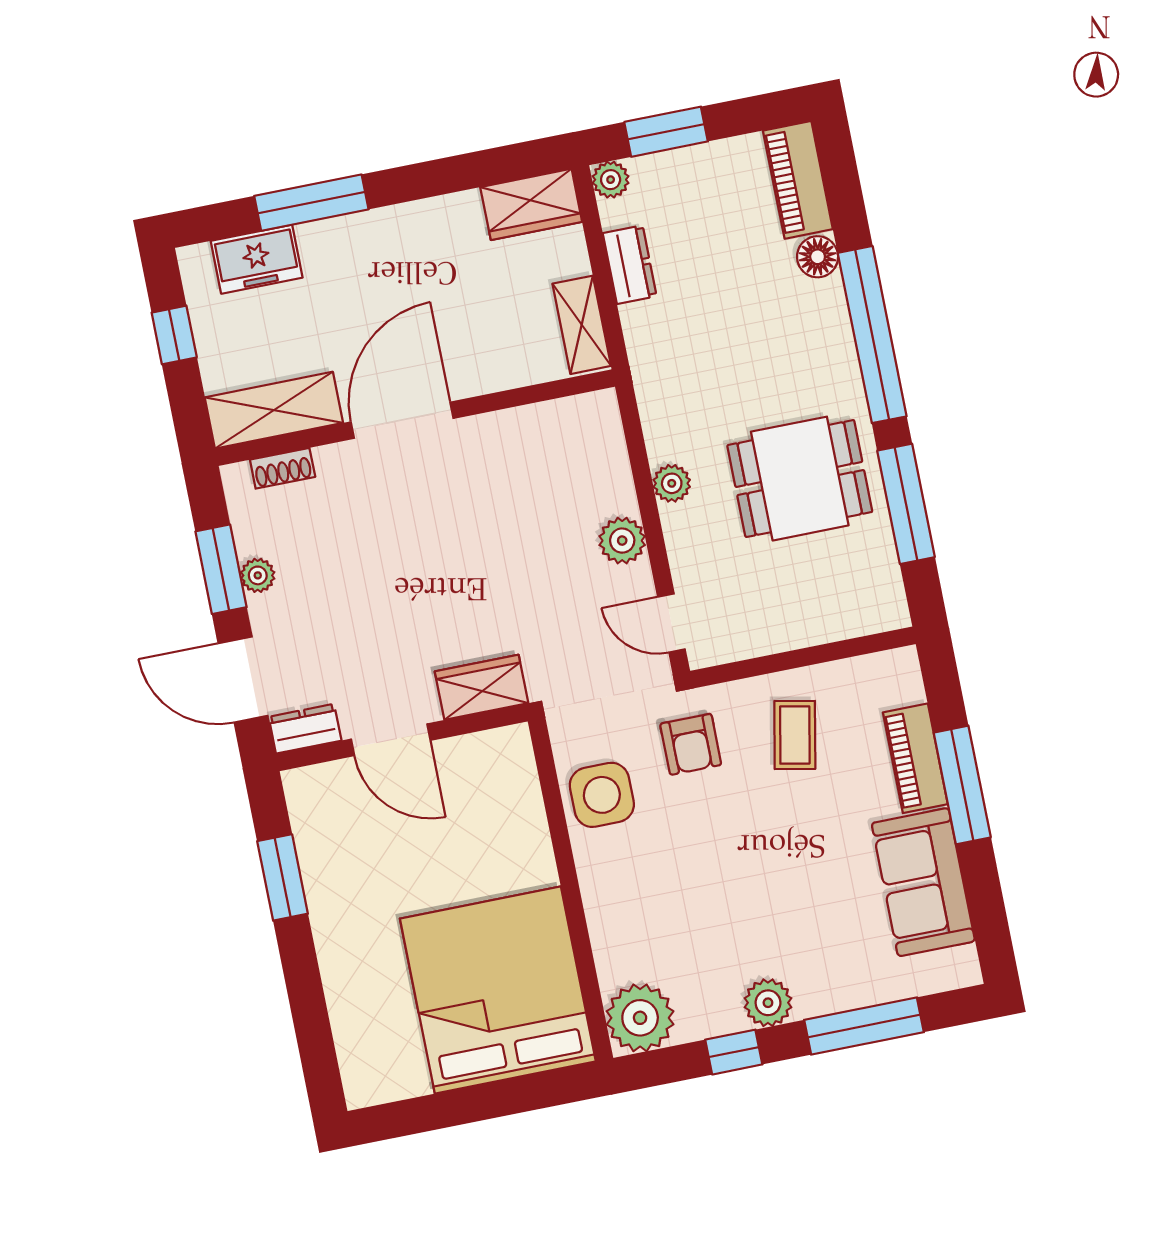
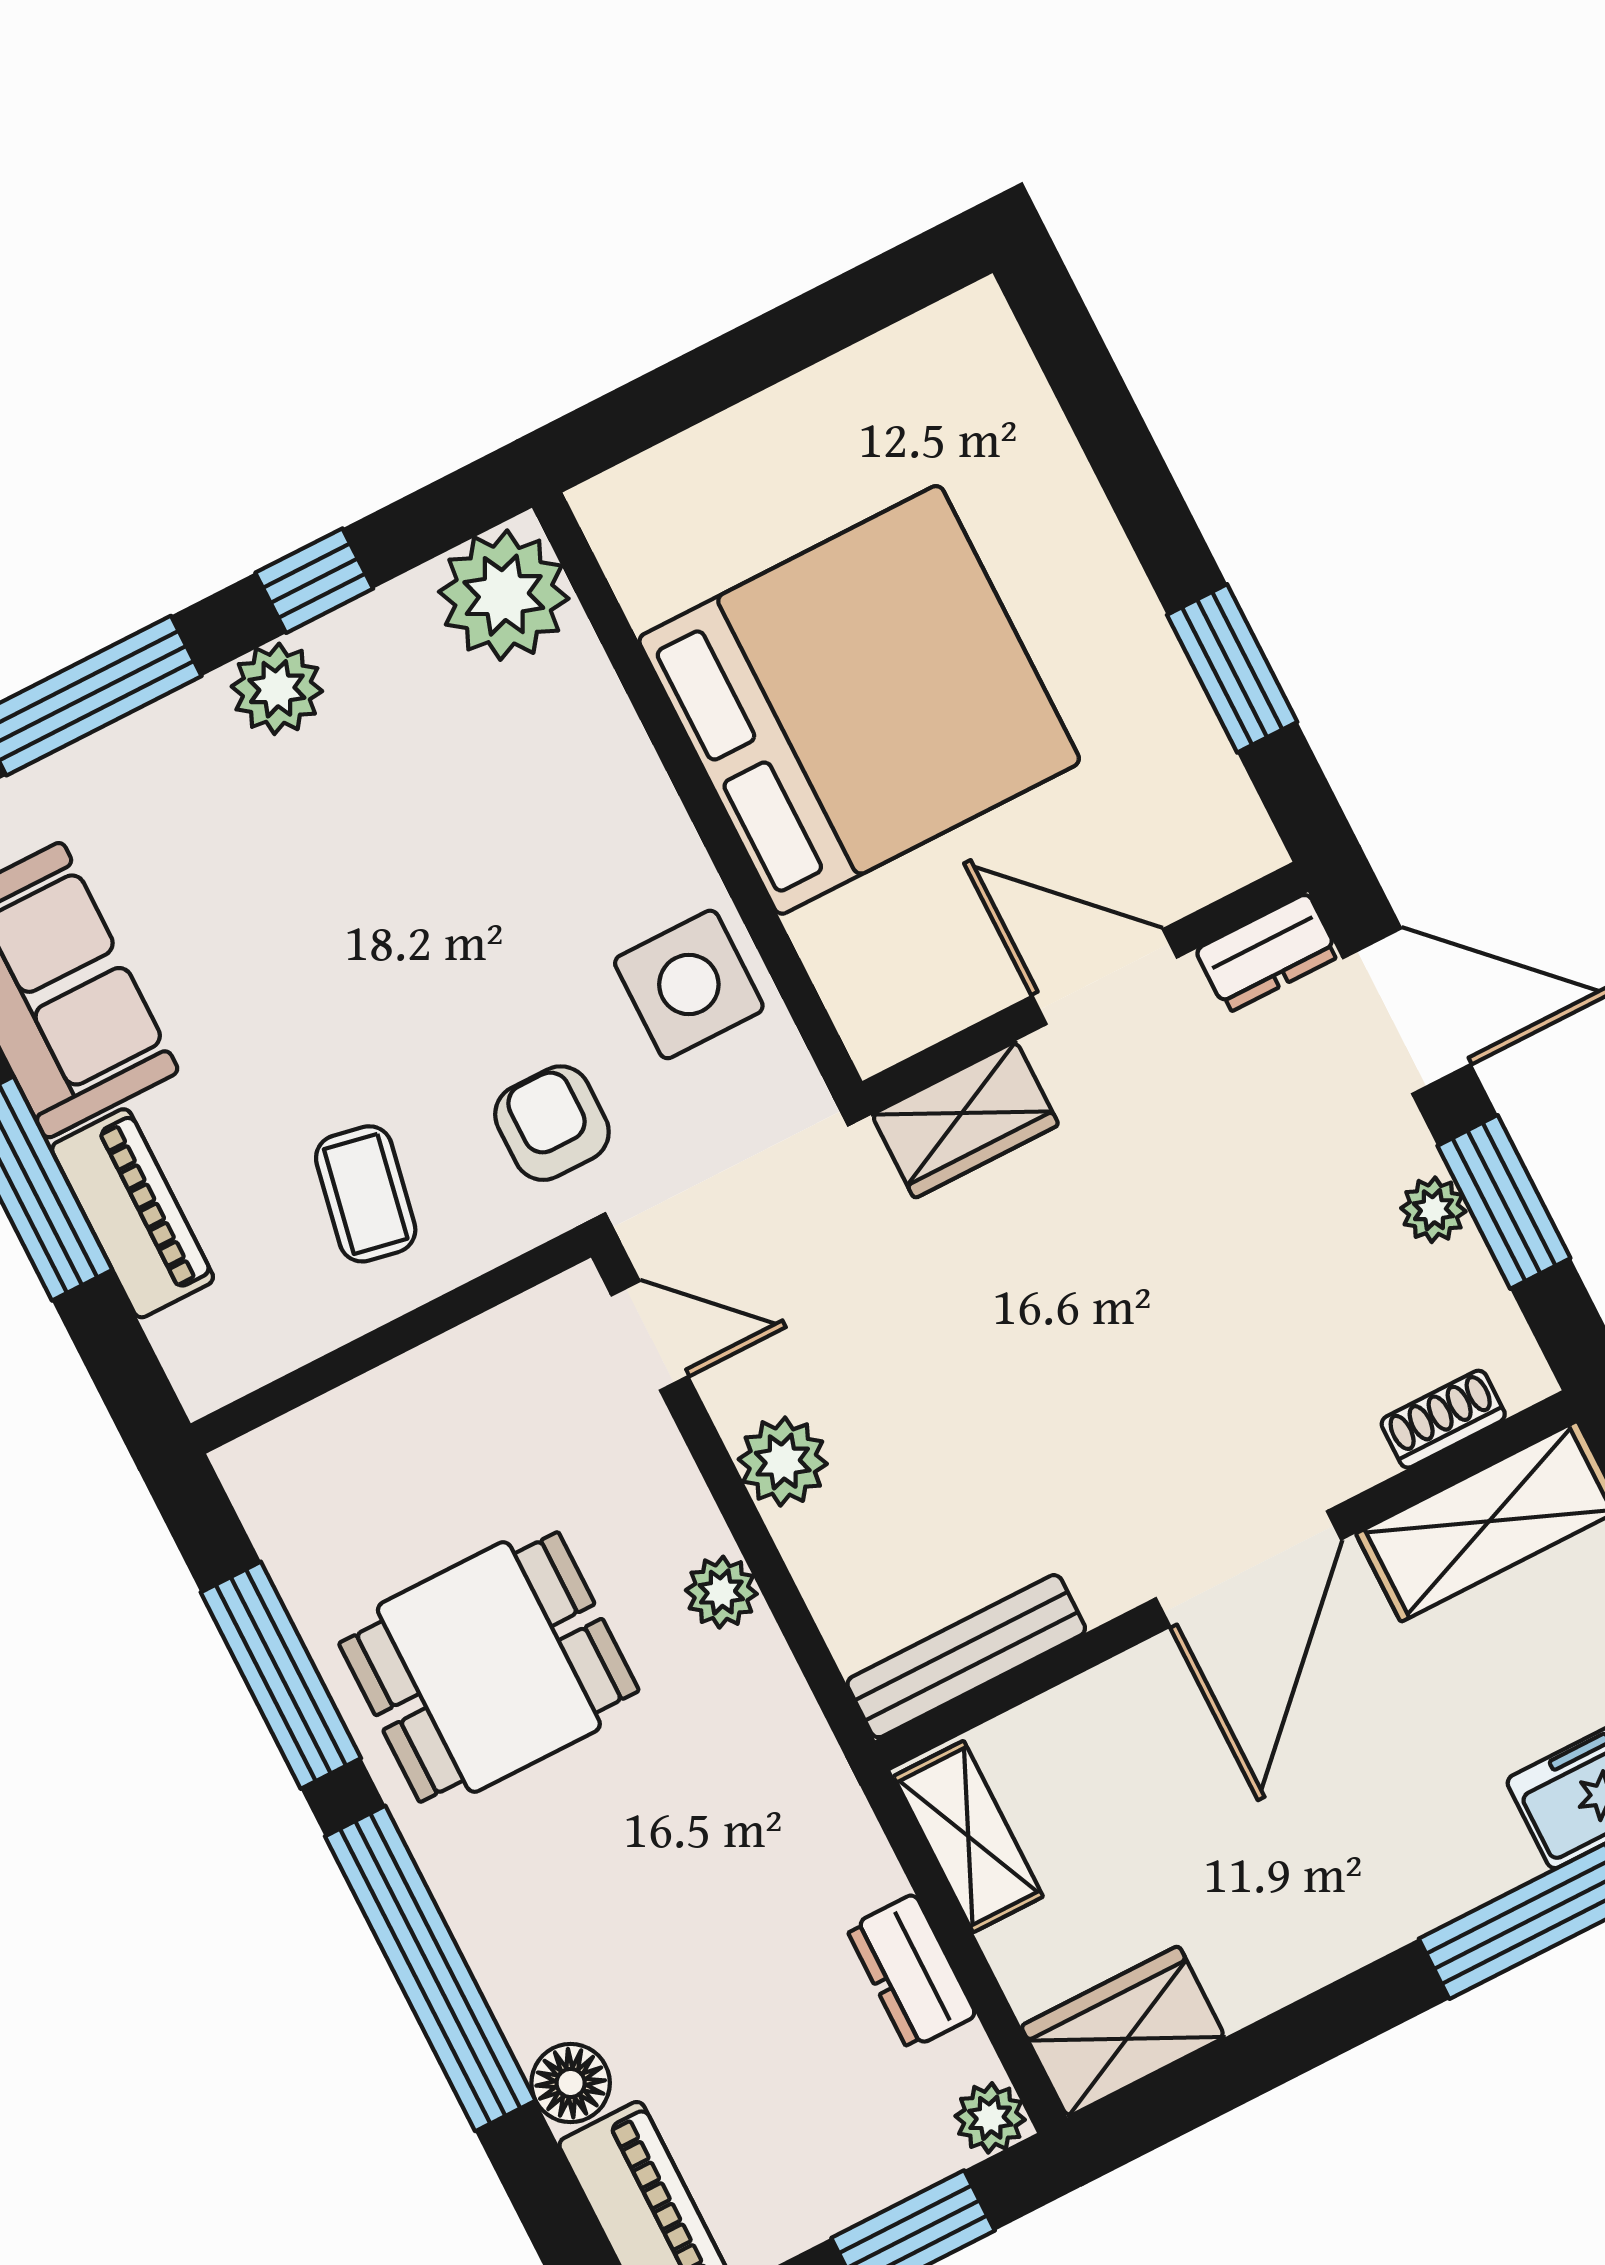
bench: (557, 416) -> (966, 1656), added
bed: (498, 990) -> (859, 700), moved, turned -90

